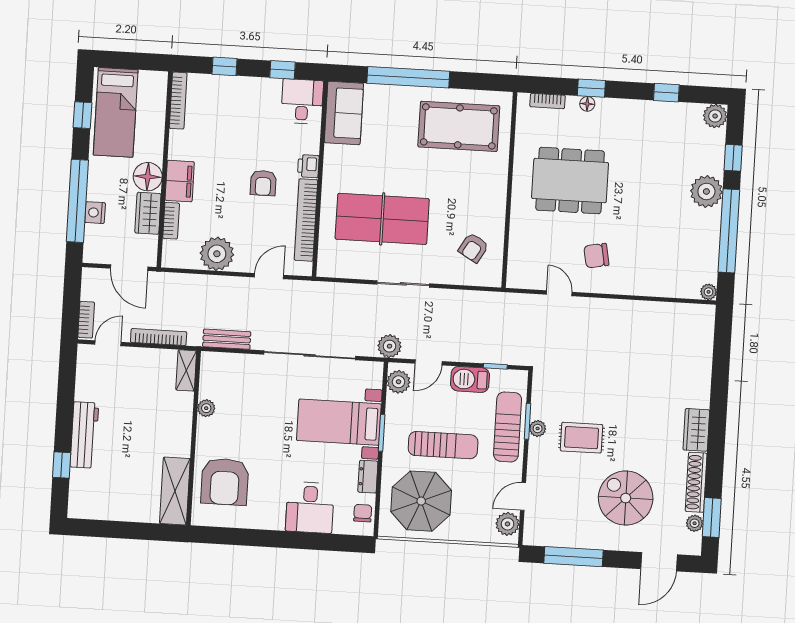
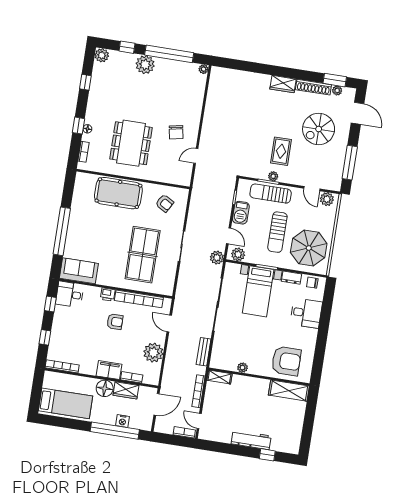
window: (83, 115) -> (65, 423), removed
pool table: (459, 126) -> (118, 193), moved, turned 90
sun lounger: (443, 445) -> (277, 232), turned 180

